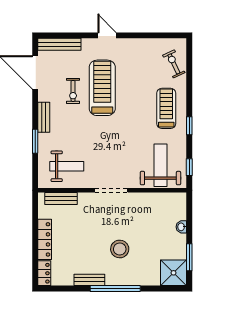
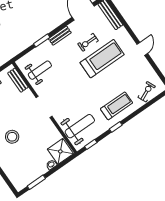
door: (107, 35) -> (142, 49), moved
weight bench: (67, 166) -> (40, 70), turned -90
shower: (174, 273) -> (60, 151), moved

